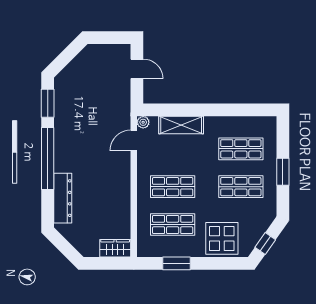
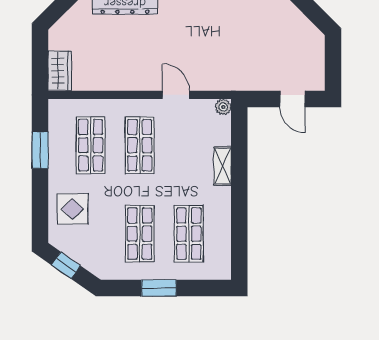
door: (137, 69) -> (292, 99), hinge flipped
shelving: (181, 125) -> (223, 166), width x0.67, depth x0.75
door: (134, 140) -> (176, 95), moved
display table: (222, 238) -> (73, 209), width x0.73, depth x0.73

